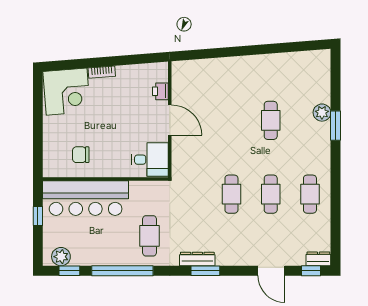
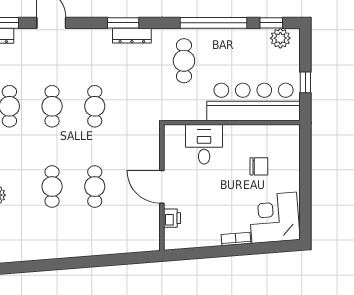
cafe table: (231, 120) -> (95, 187), added
chair: (81, 155) -> (259, 166), moved
desk: (150, 160) -> (204, 144), moved, turned 90

